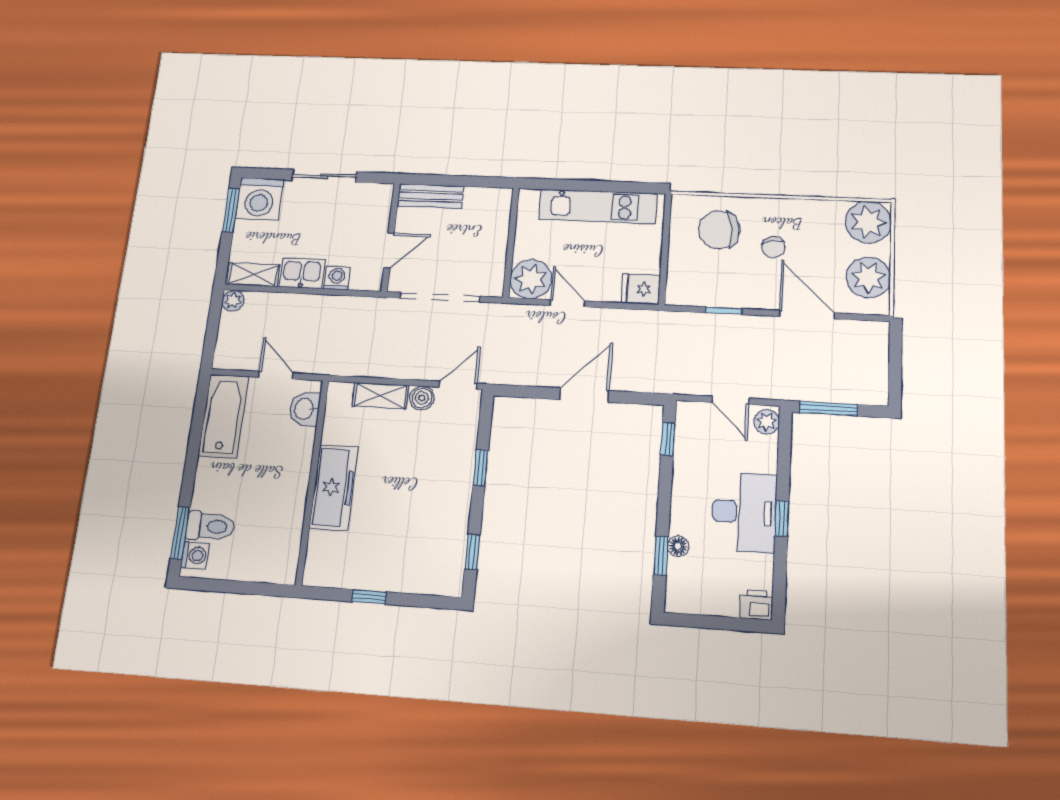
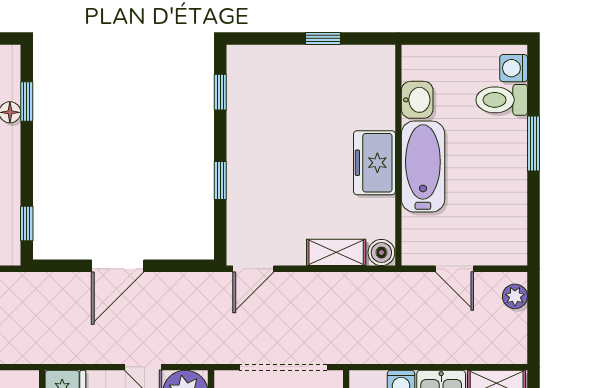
plant: (233, 301) -> (515, 296), moved
boiler: (422, 398) -> (381, 253), moved
washbasin: (305, 409) -> (417, 100), moved
bathtub: (223, 416) -> (423, 167), moved, turned 180
freezer: (334, 487) -> (374, 163), width x0.71
window: (180, 533) -> (534, 144), moved

